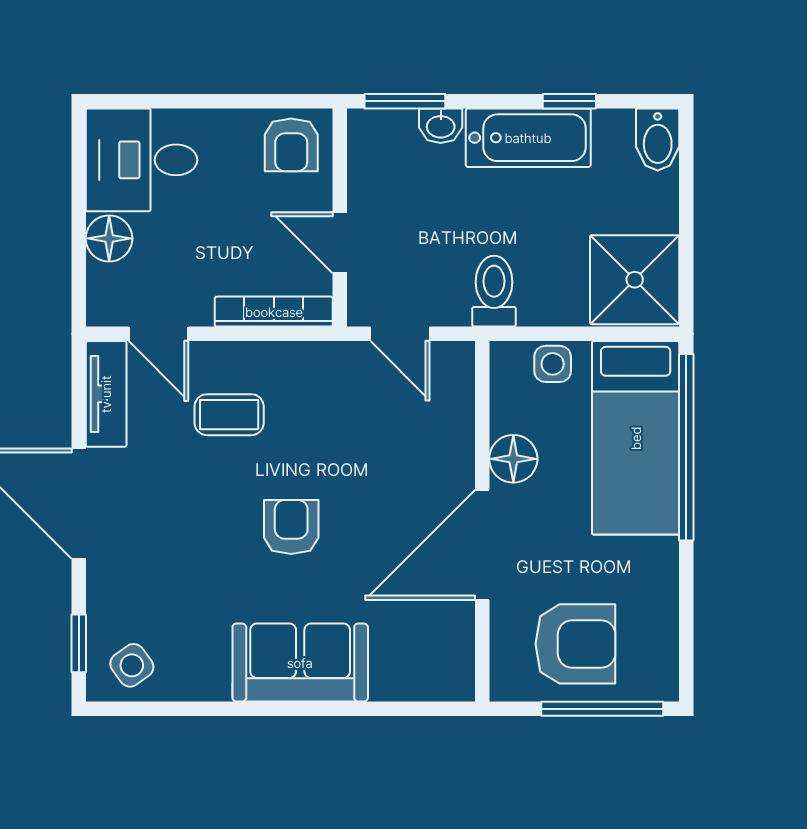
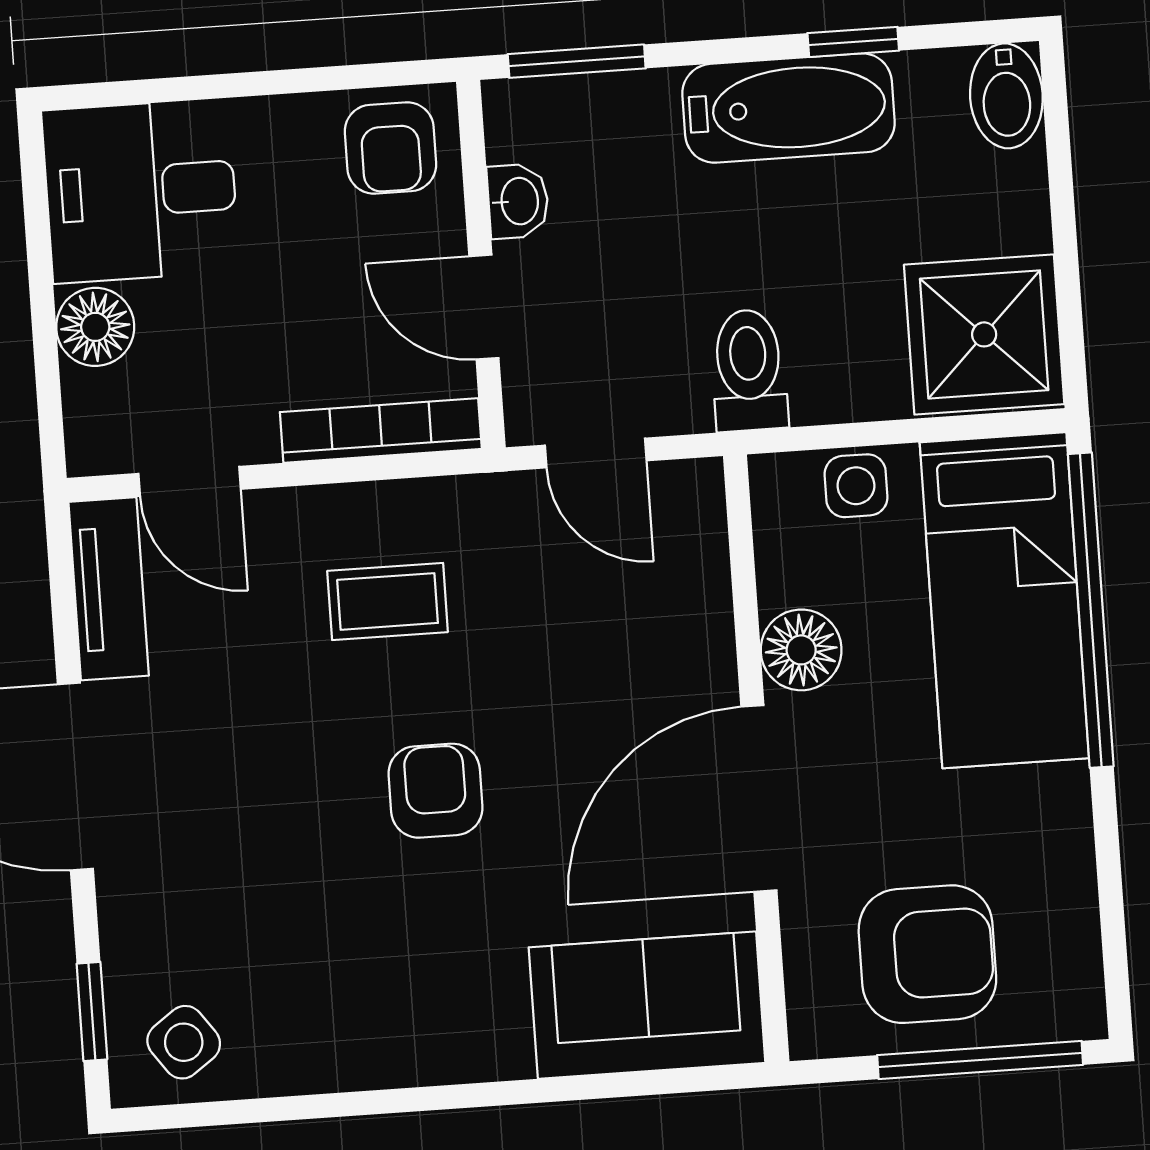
washbasin: (441, 126) -> (518, 201), moved, turned -90
coffee table: (229, 415) -> (388, 601), moved
sofa: (300, 663) -> (647, 1005), moved

